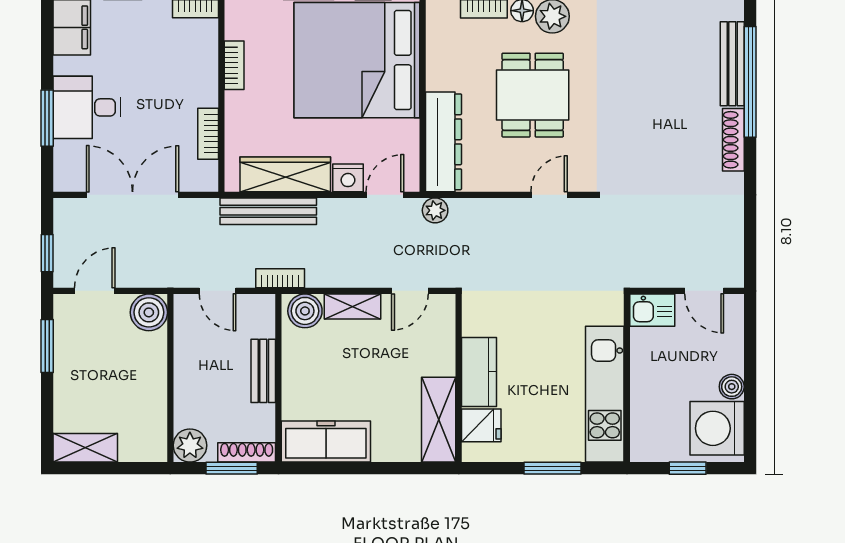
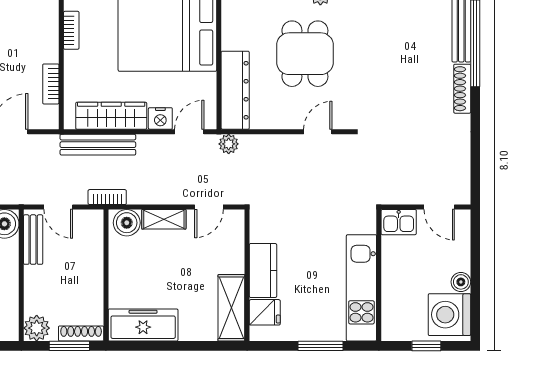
bench: (263, 371) -> (33, 240), moved

